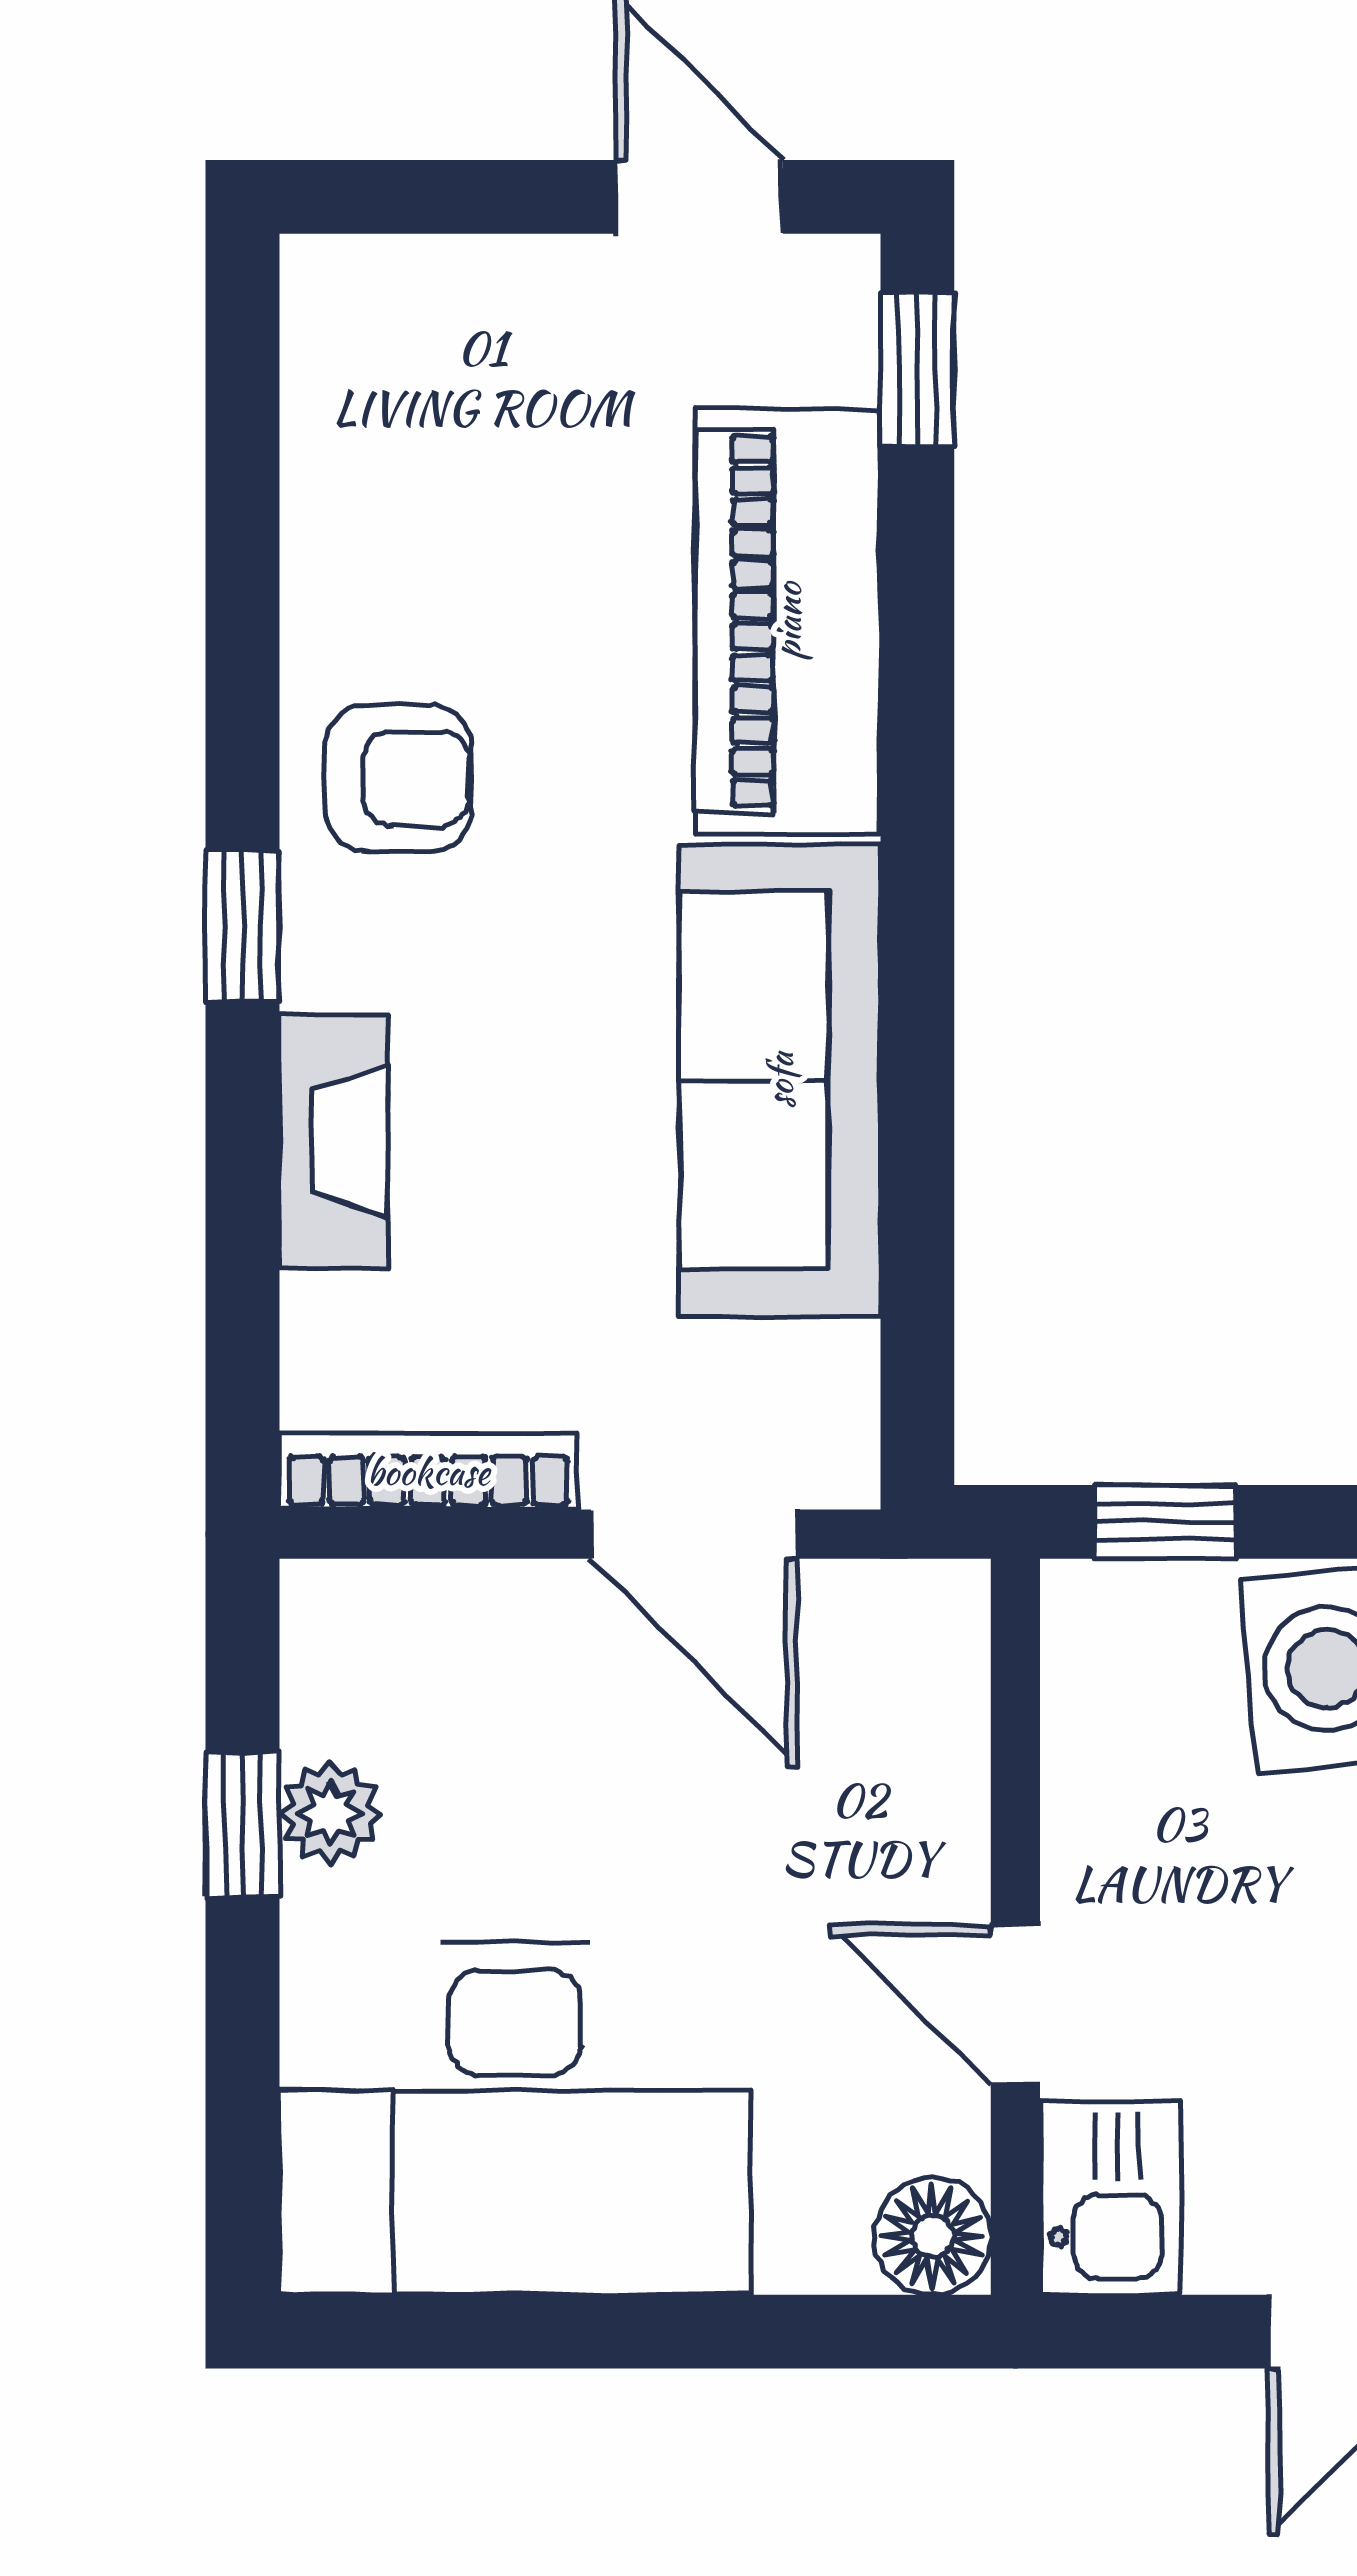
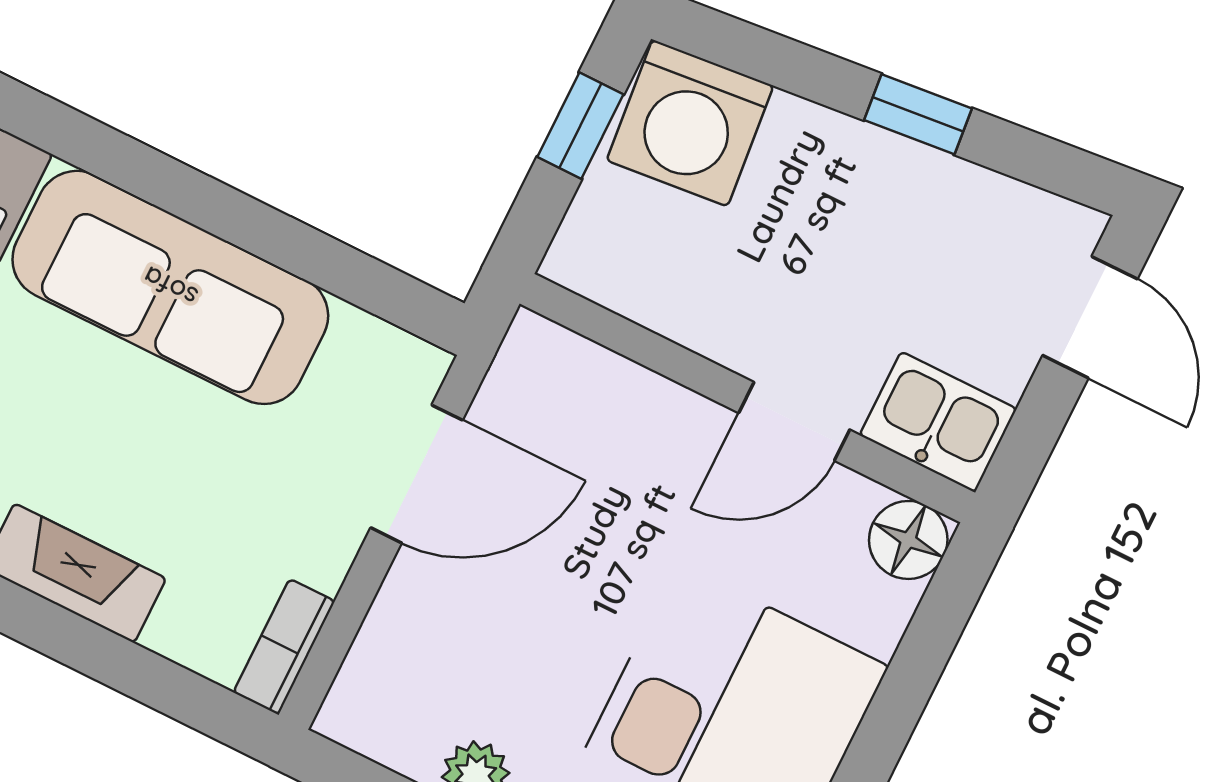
bookcase: (428, 1472) -> (284, 647), width x0.64
window: (1165, 1522) -> (580, 126), moved

